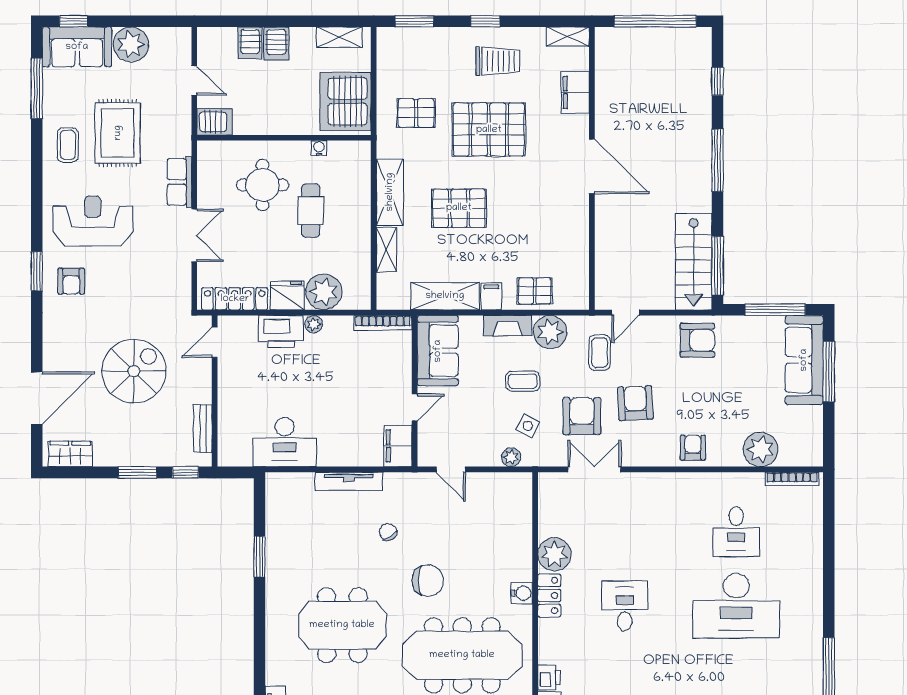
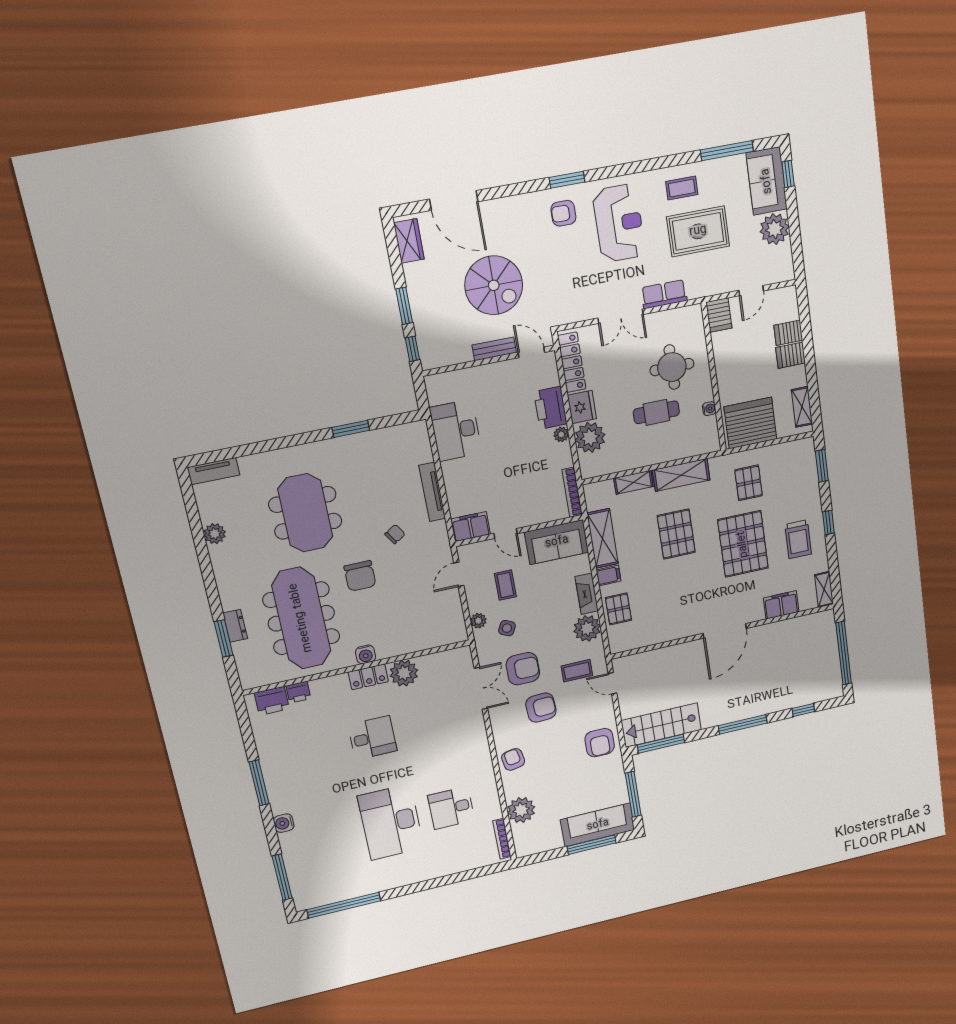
coffee table: (523, 381) -> (505, 585), moved
bench: (203, 429) -> (494, 349), moved
armchair: (693, 448) -> (513, 759), turned -100

